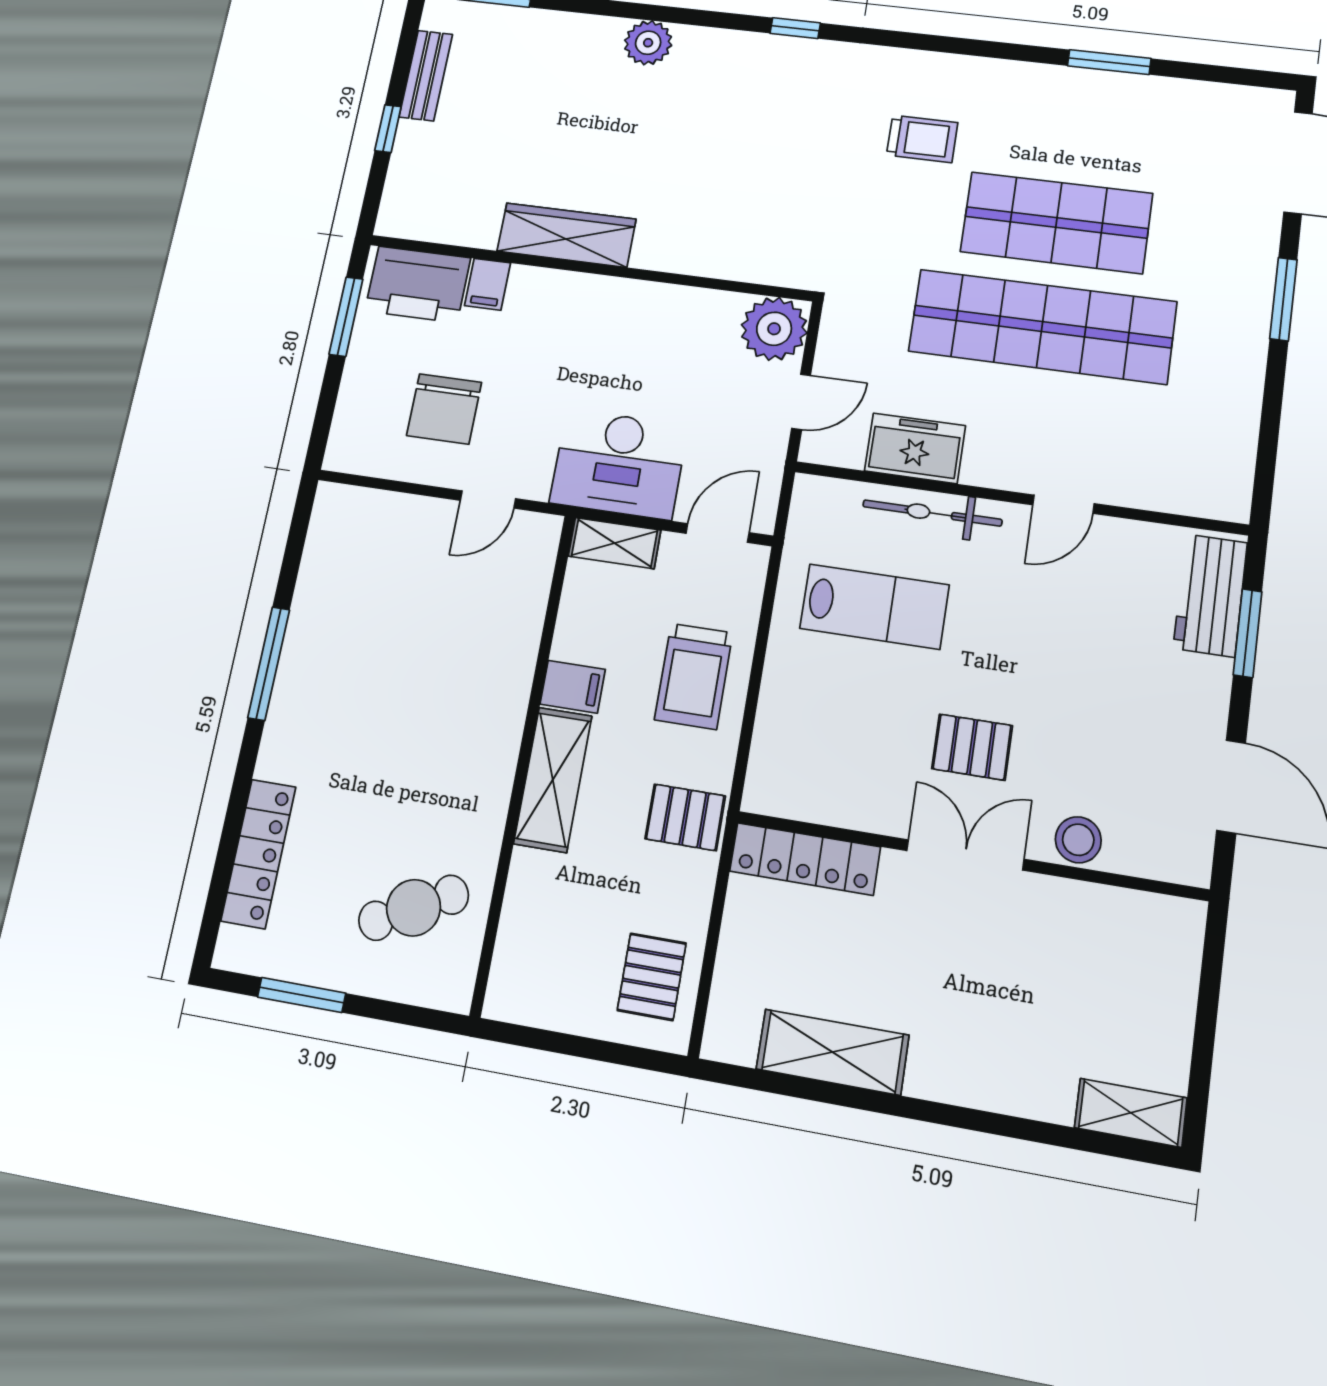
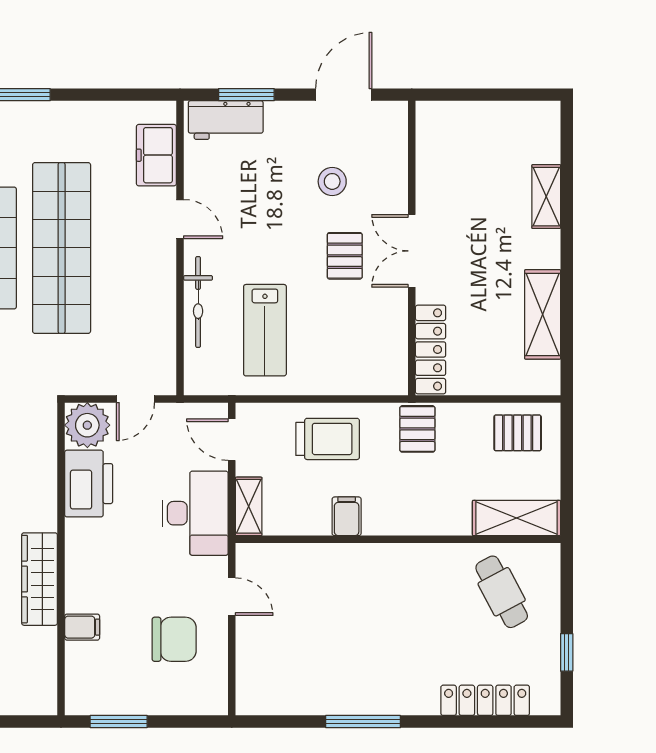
printer: (418, 284) -> (89, 484), moved
door: (801, 402) -> (135, 399), swing flipped
freezer: (915, 448) -> (156, 155), moved
lab bench: (874, 607) -> (265, 330), turned 180
shelving: (553, 780) -> (516, 518), moved
stool: (1078, 840) -> (332, 181), moved
window: (302, 995) -> (567, 652), width x0.67
shelving: (1131, 1113) -> (546, 197), moved

